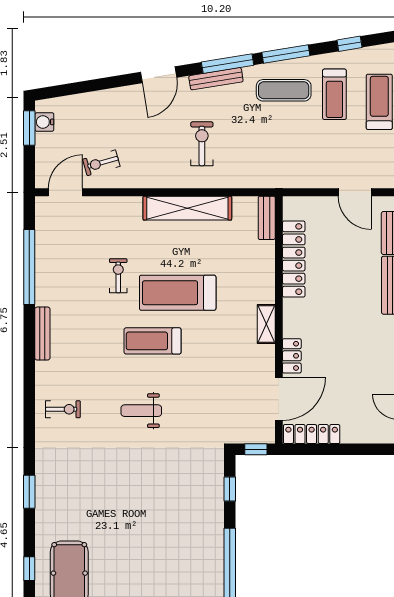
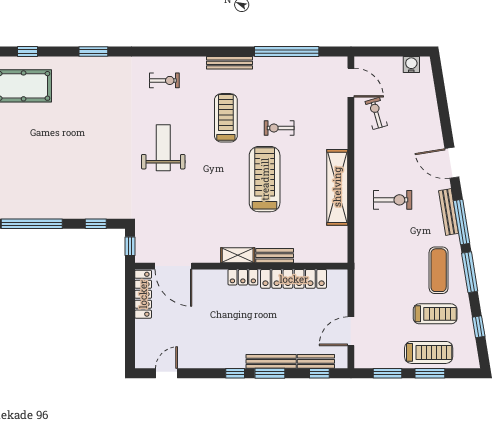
treadmill: (334, 94) -> (435, 314), turned 180
window: (29, 128) -> (406, 52), removed
bench: (267, 218) -> (275, 256), moved
exercise bike: (118, 276) -> (279, 128), turned 180
treadmill: (153, 341) -> (226, 118), moved
locker: (292, 356) -> (243, 277), moved
exercise bike: (63, 409) -> (164, 80), turned -90
weight bench: (141, 411) -> (163, 148), width x1.36, depth x1.33

